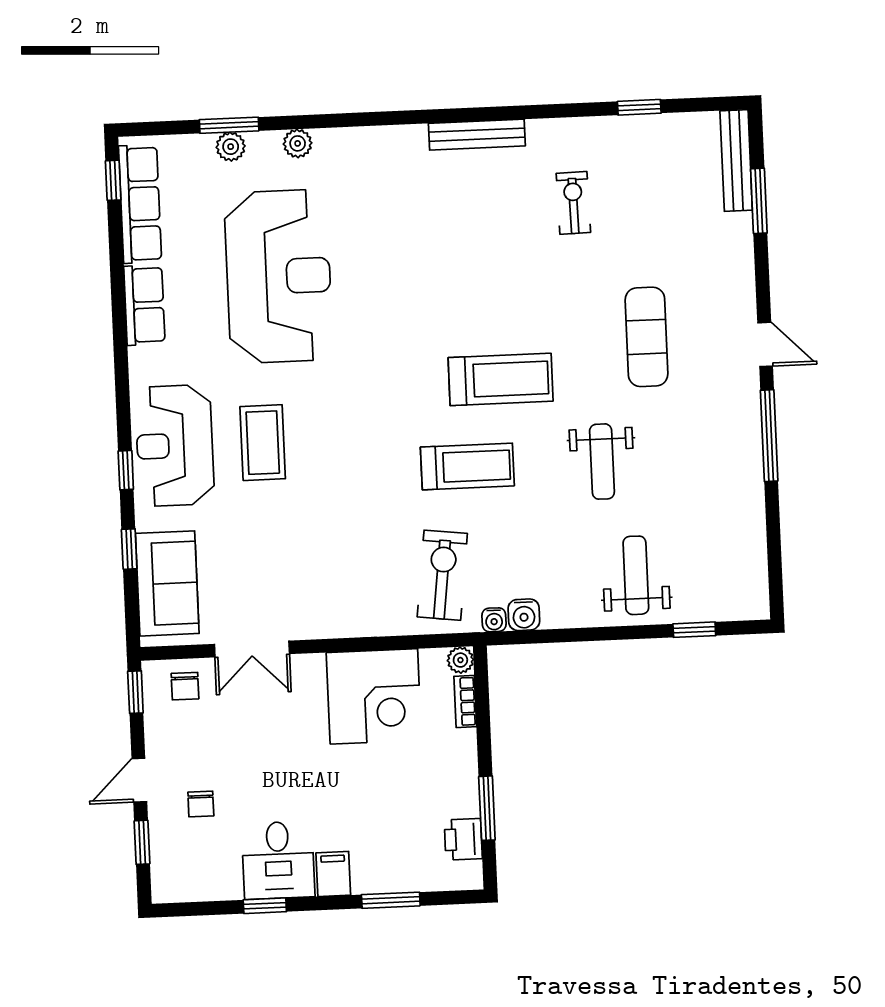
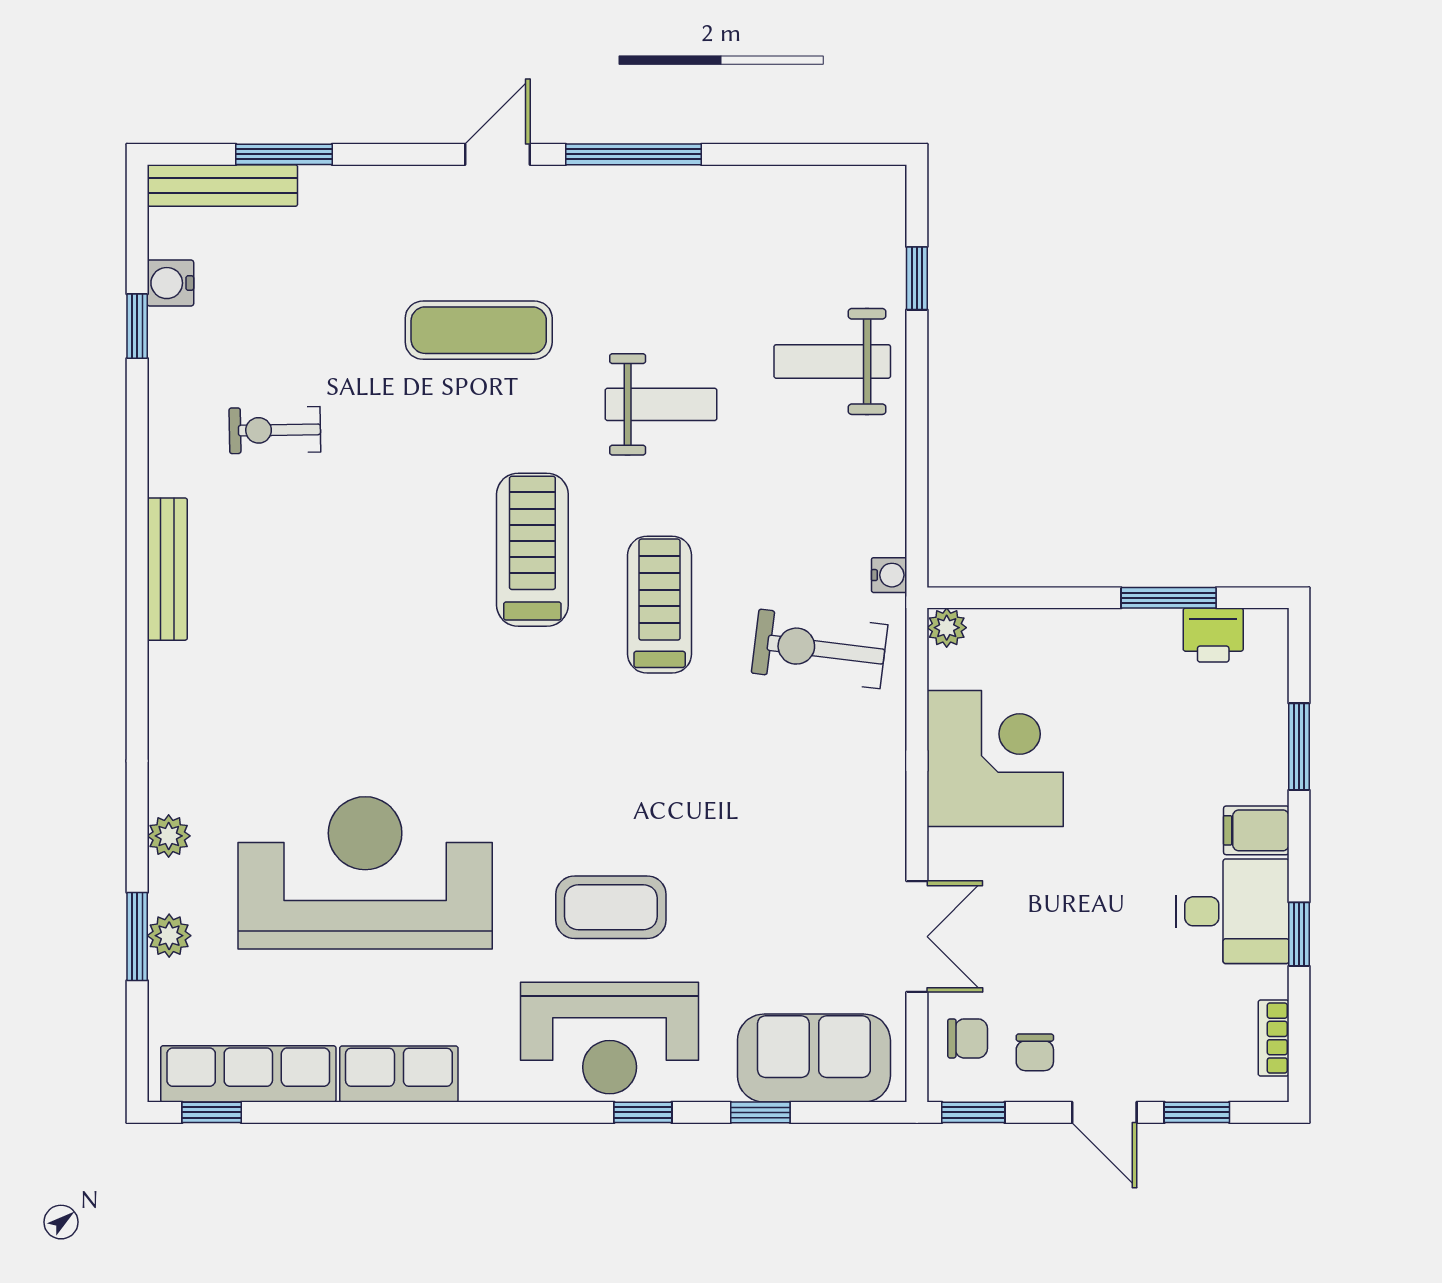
water cooler: (524, 615) -> (170, 283), moved, turned 180
bookcase: (465, 701) -> (1274, 1038), moved, turned 90
chair: (201, 804) -> (1035, 1052), moved, turned 90

